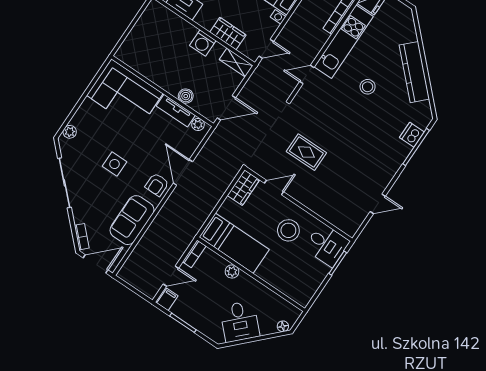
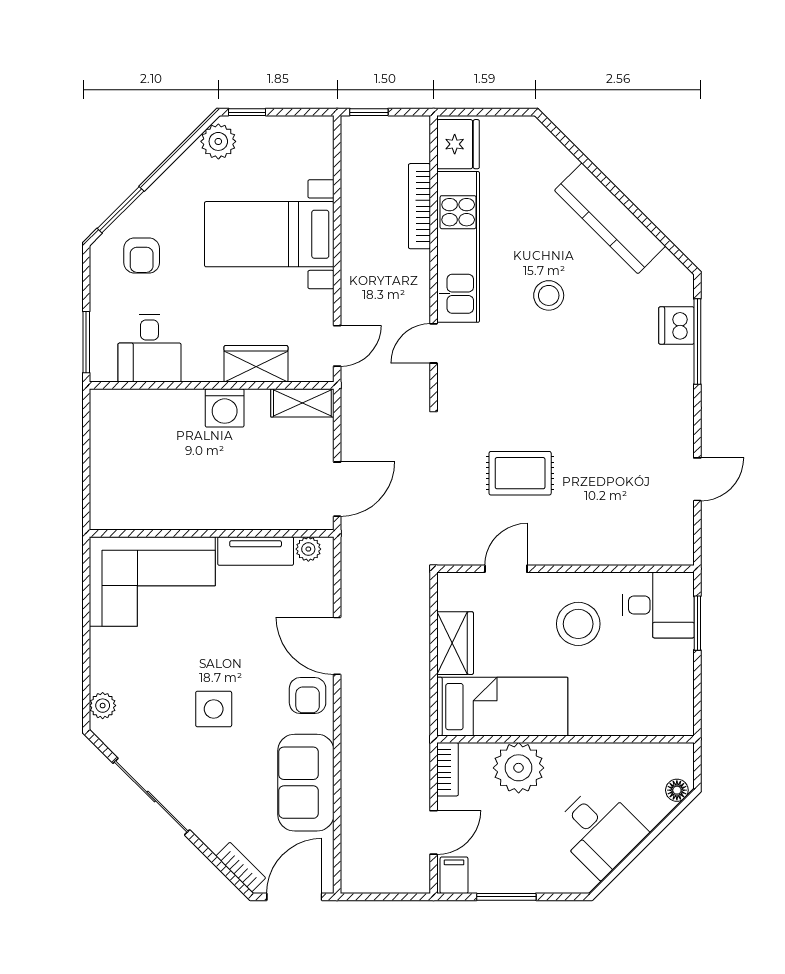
boiler: (186, 96) -> (256, 515), removed
wardrobe: (243, 188) -> (455, 643), moved
plant: (232, 271) -> (519, 768), width x1.87, depth x1.87

